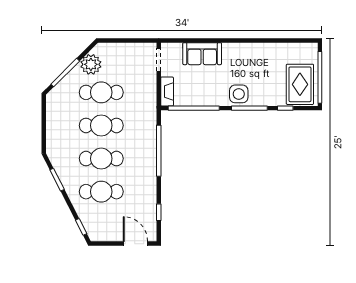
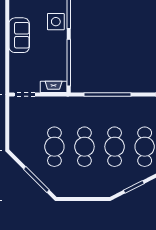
sofa: (202, 54) -> (19, 35), moved
plant: (91, 64) -> (29, 156), removed

